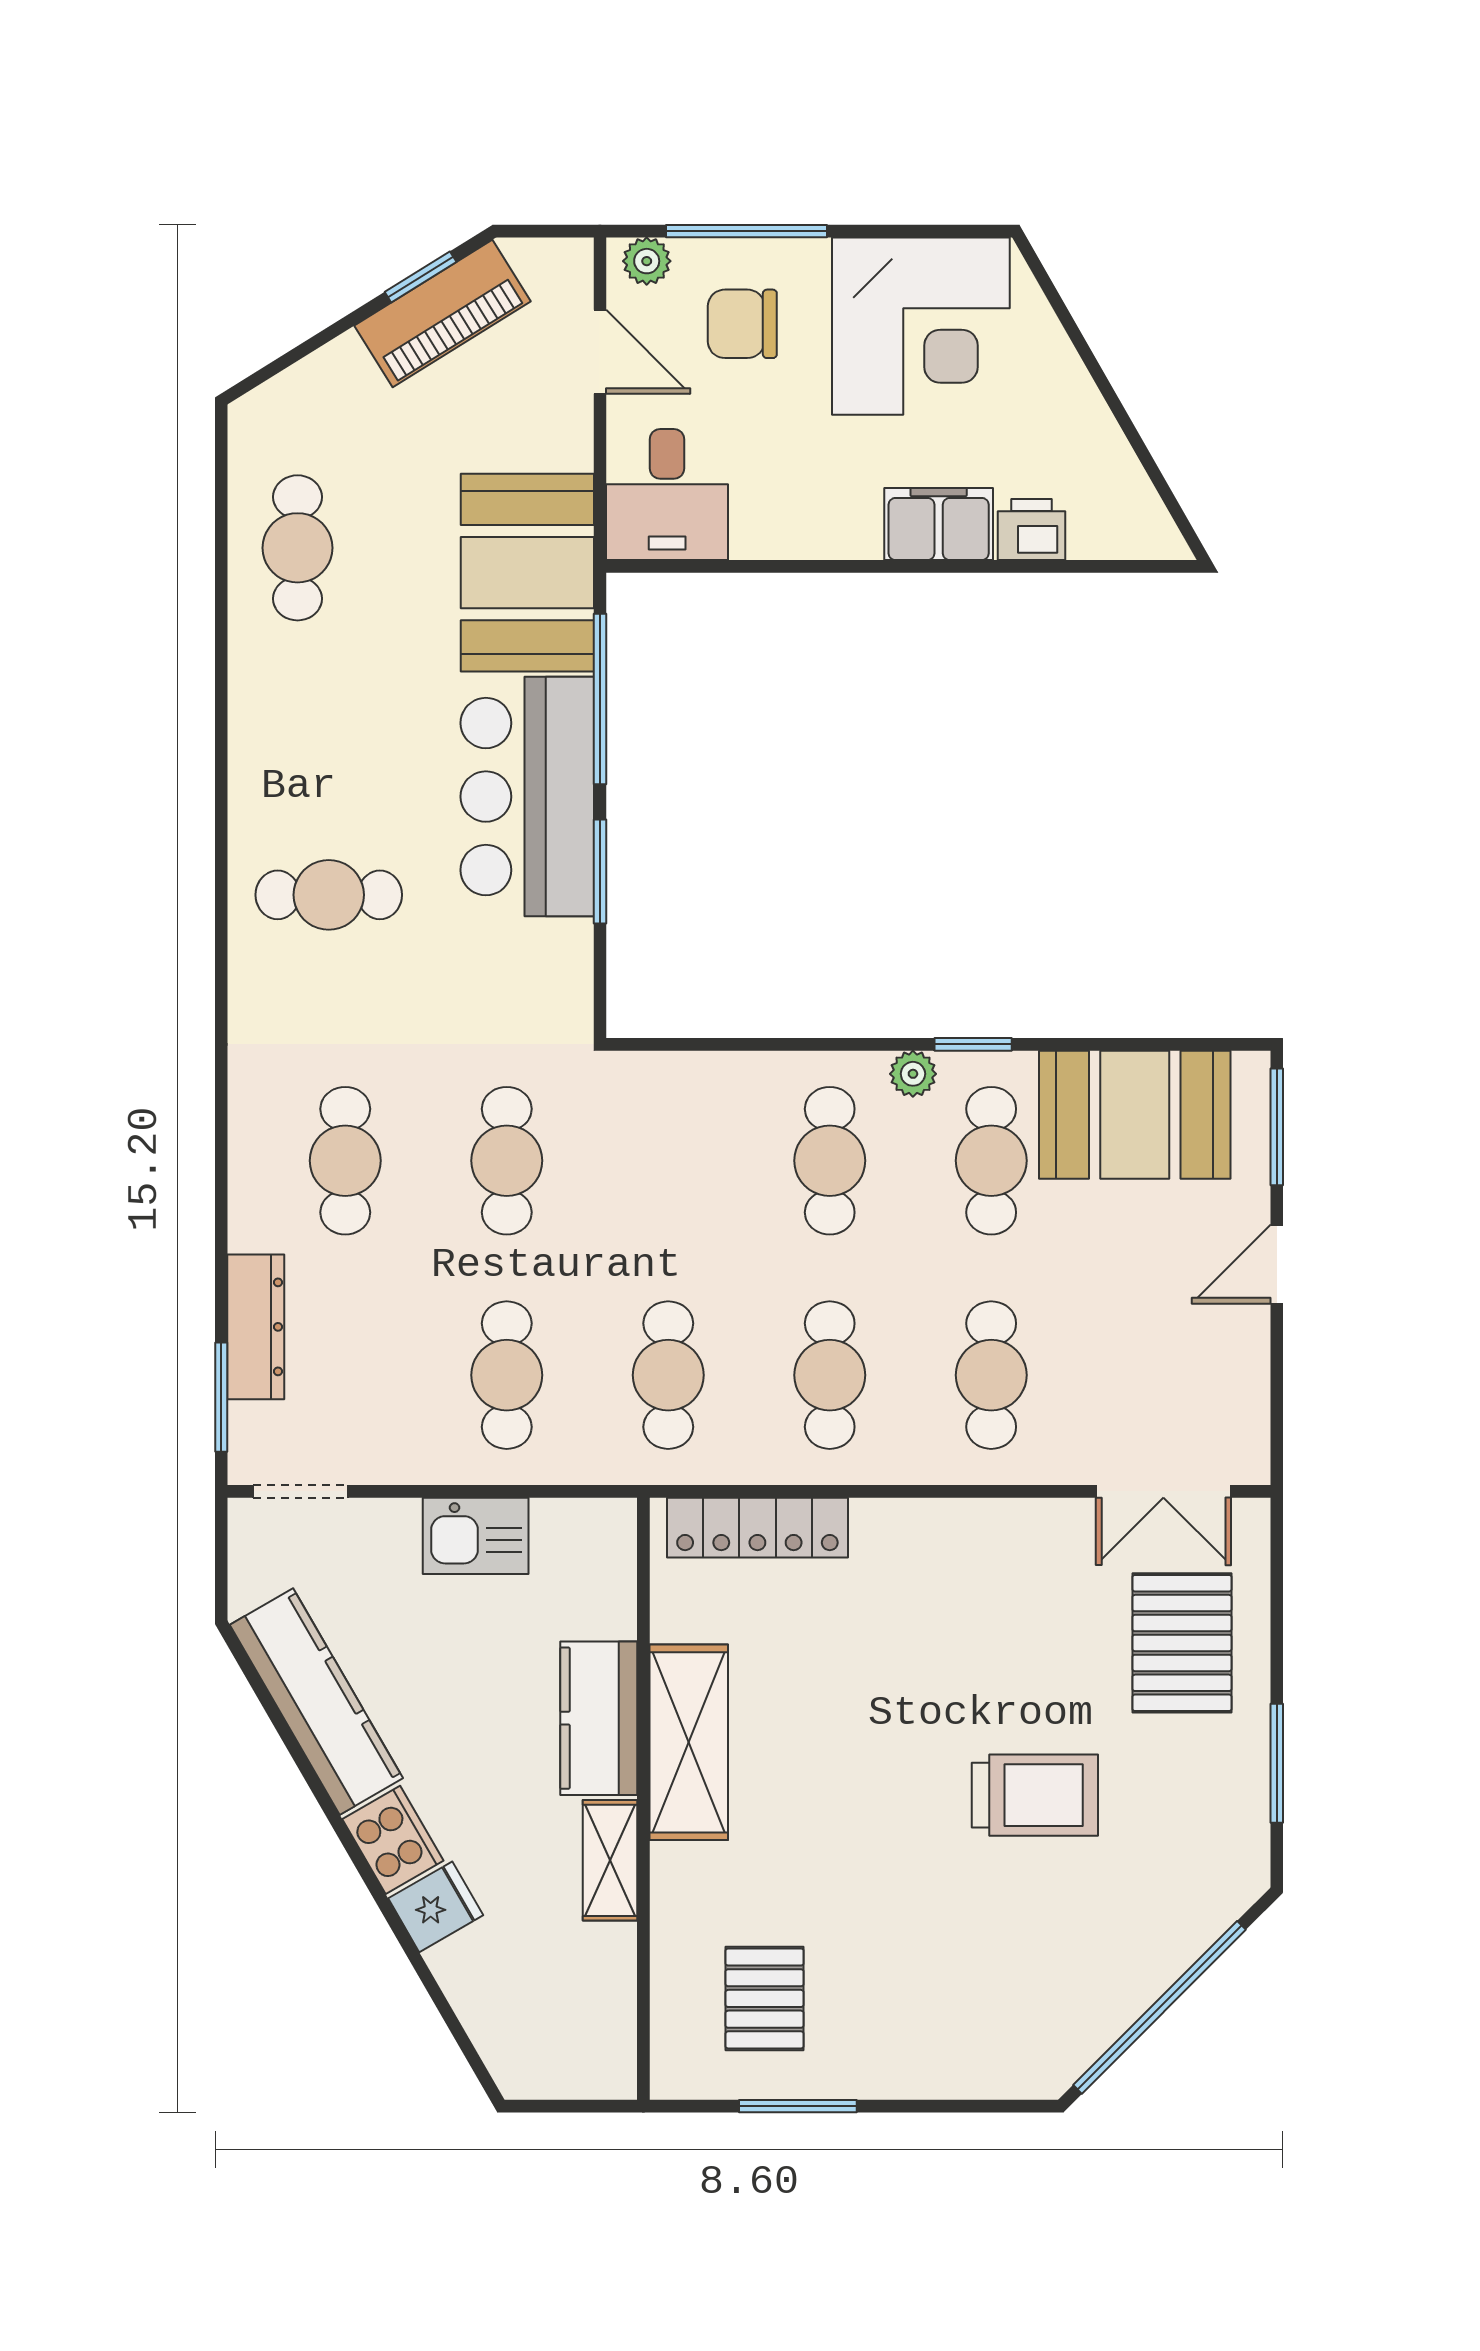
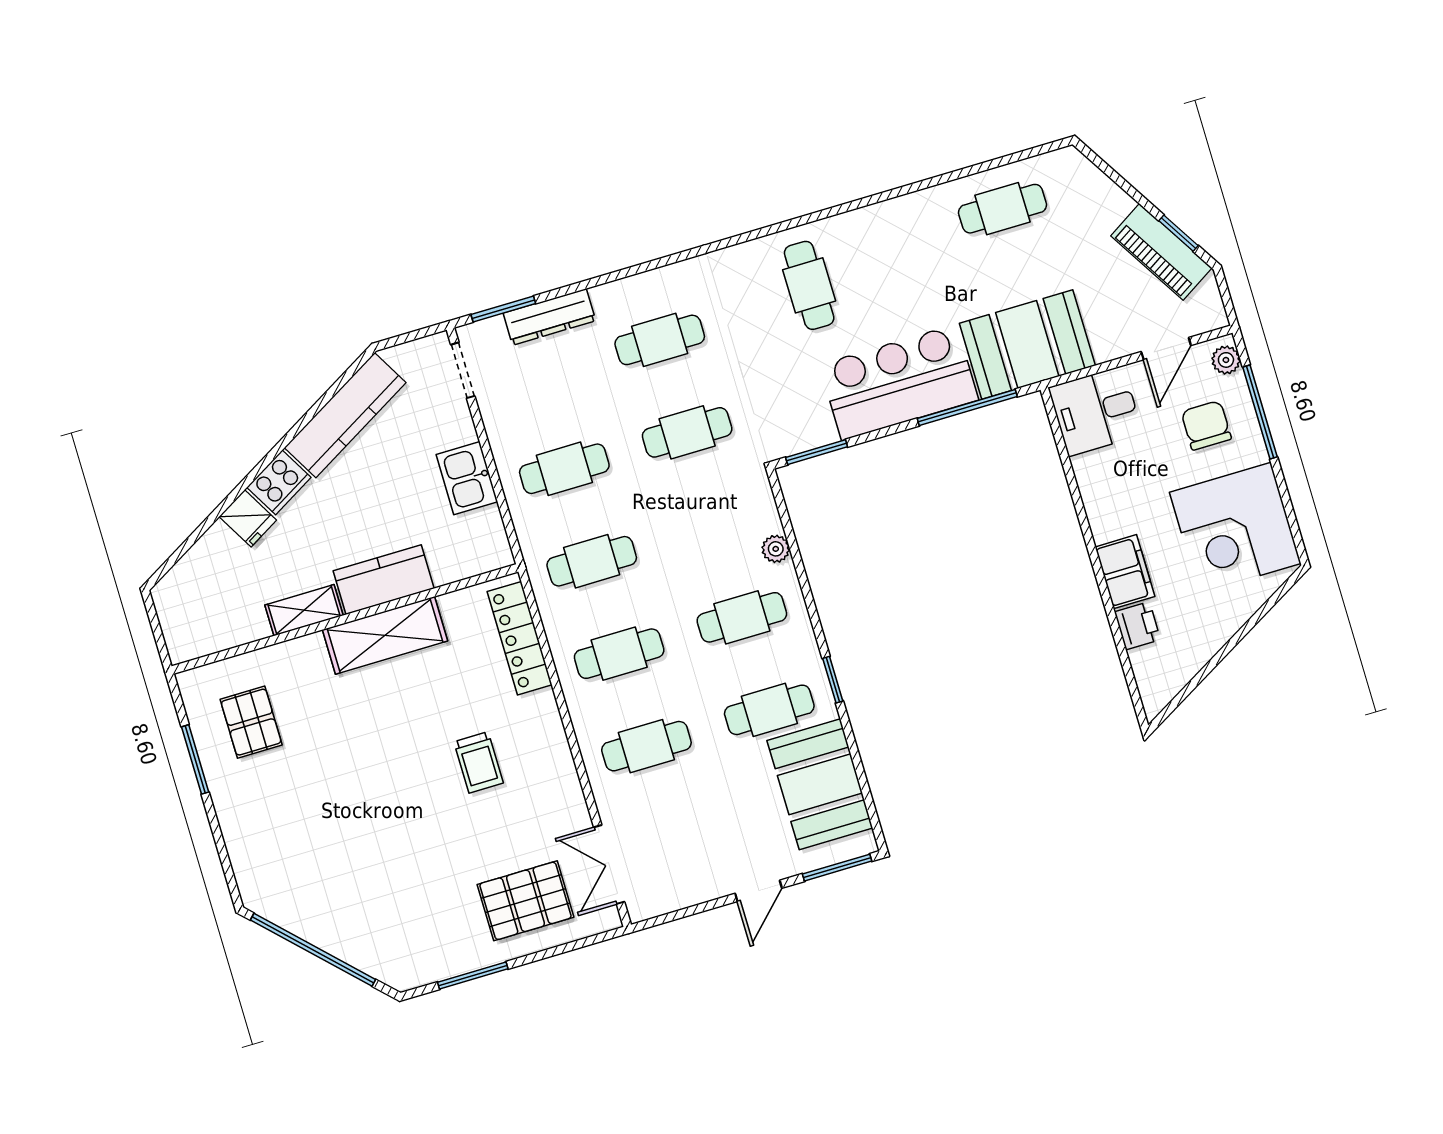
window: (600, 872) -> (817, 452), moved
plant: (913, 1074) -> (776, 549), moved
door: (1277, 1264) -> (759, 891), swing flipped
trolley: (1035, 1795) -> (479, 762), moved, width x0.73, depth x0.72
pallet: (765, 1998) -> (251, 722), turned 90

